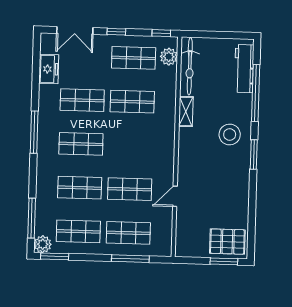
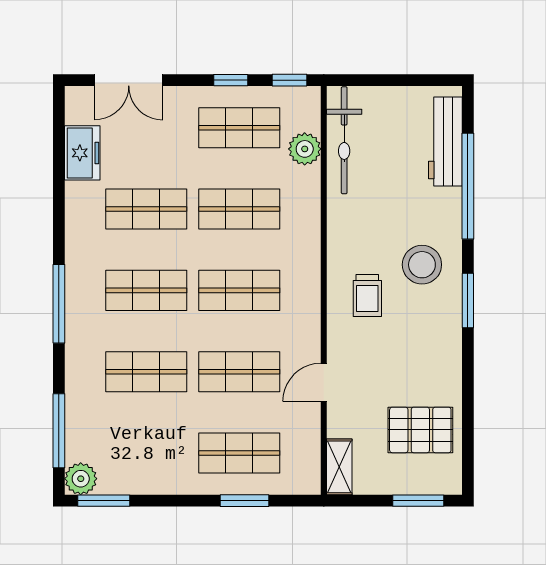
window: (116, 32) -> (231, 80), moved
plant: (169, 57) -> (305, 149), moved
shelving: (186, 111) -> (339, 467), moved
window: (34, 132) -> (59, 304), moved
trolley: (200, 150) -> (367, 296), added
shop shelf: (78, 231) -> (239, 290), moved
pallet: (227, 242) -> (420, 430), moved
window: (130, 259) -> (244, 501), width x0.69

